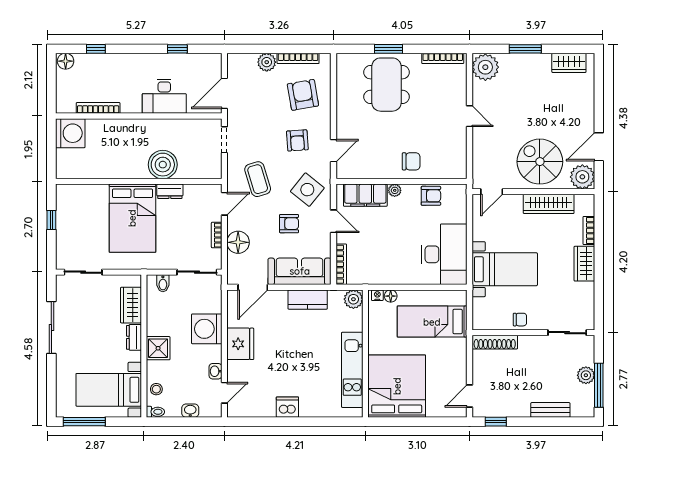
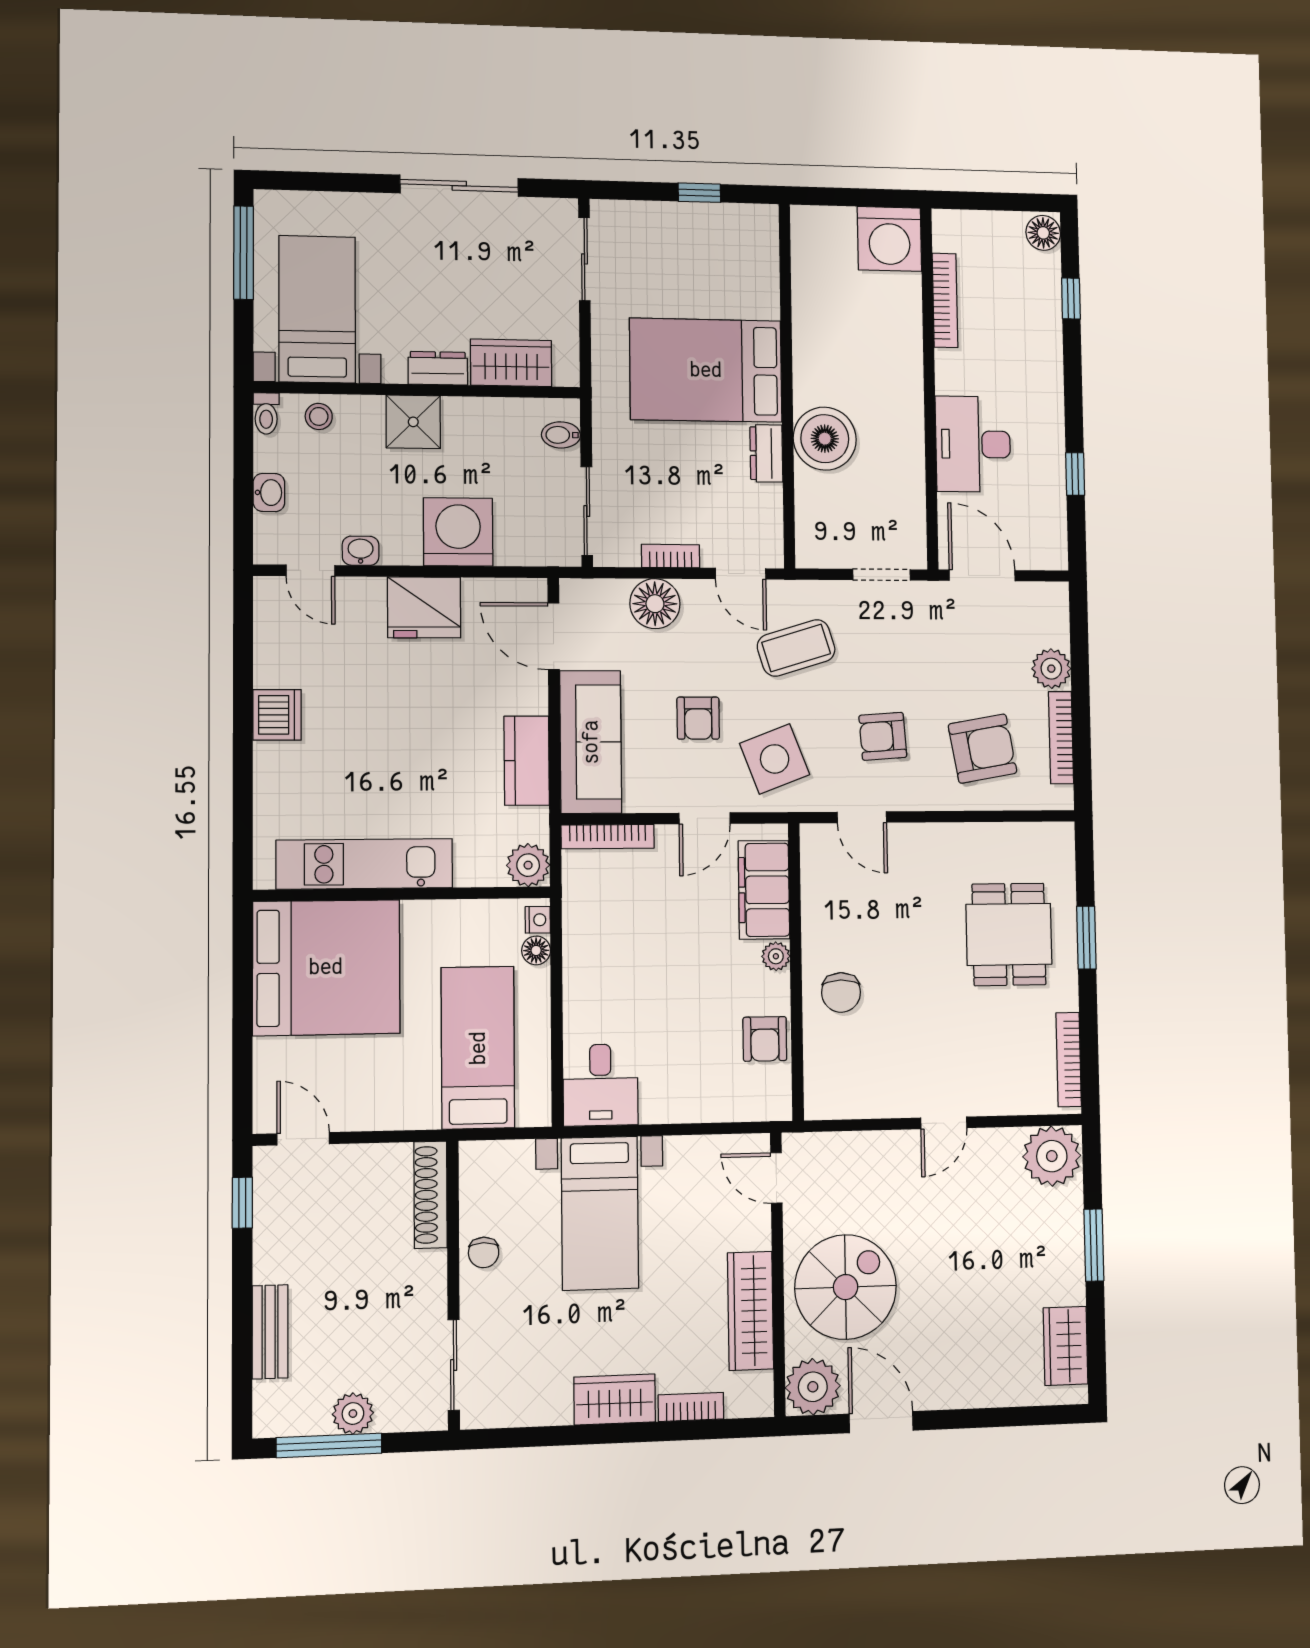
dining table: (386, 85) -> (1009, 934), width x0.73
side table: (307, 190) -> (775, 759), turned 30
desk: (444, 254) -> (600, 1085), width x0.53, depth x0.77

